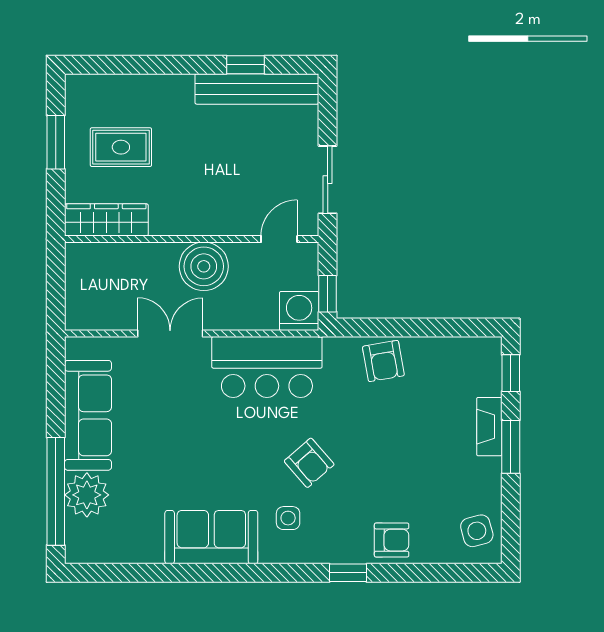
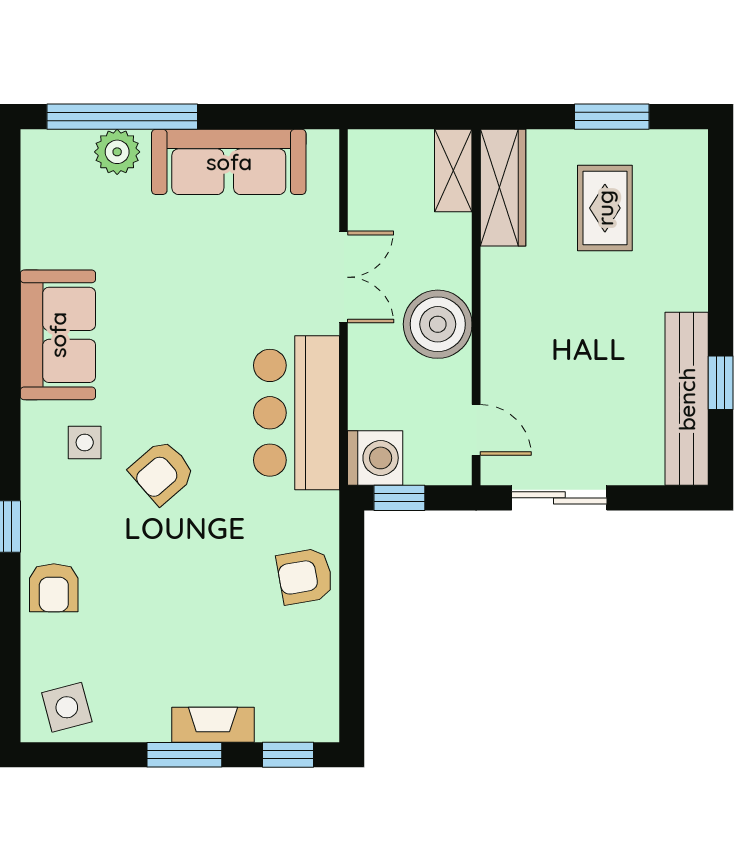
shelving: (94, 255) -> (453, 170), added
plant: (87, 495) -> (117, 152), width x0.73, depth x0.73

